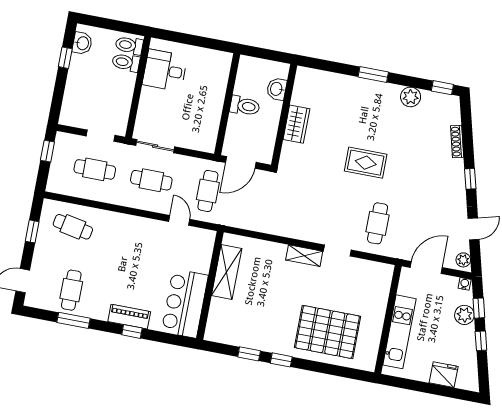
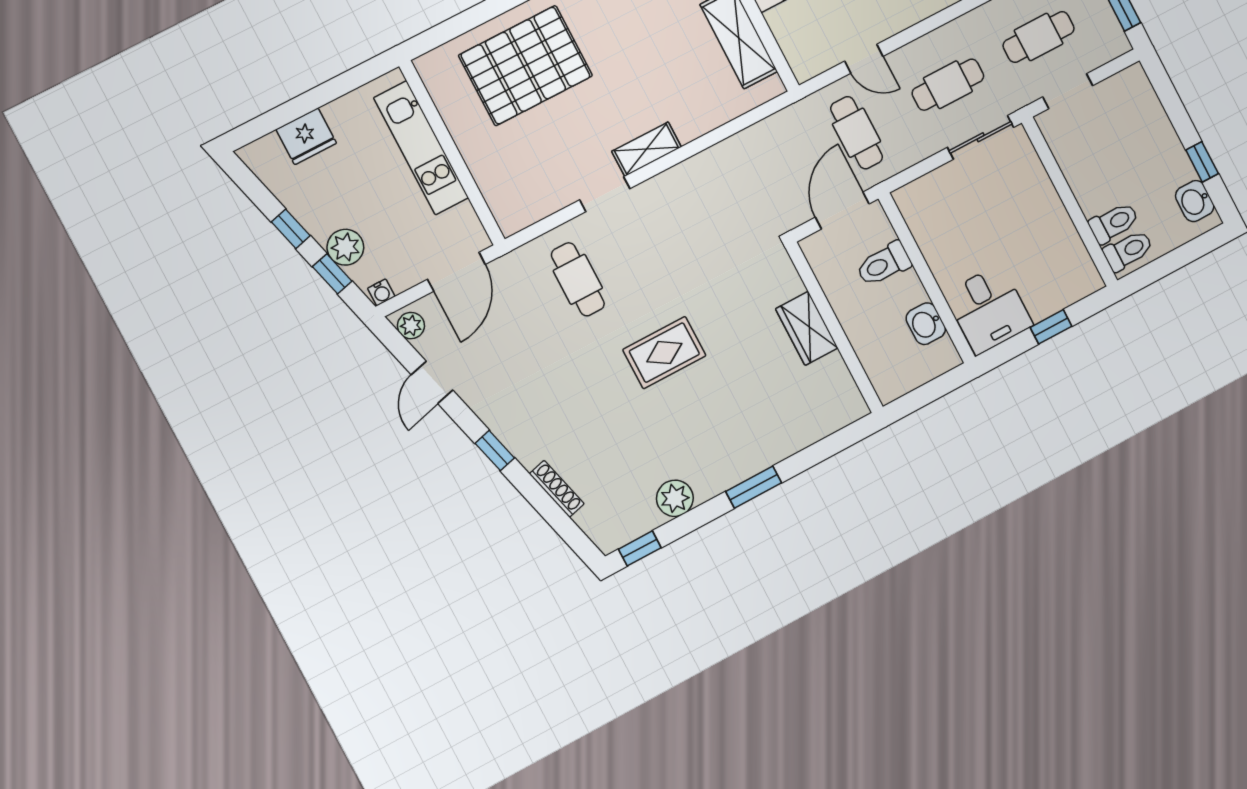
window: (190, 39) -> (1051, 327), added
desk: (165, 70) -> (989, 309), moved, turned 90
washbasin: (277, 89) -> (926, 324), moved, turned 180
toilet: (245, 106) -> (884, 264), moved

